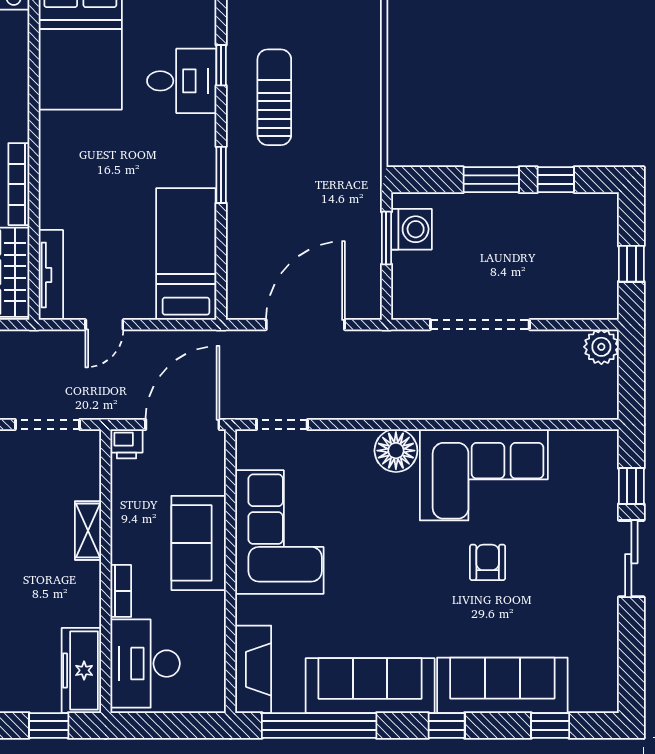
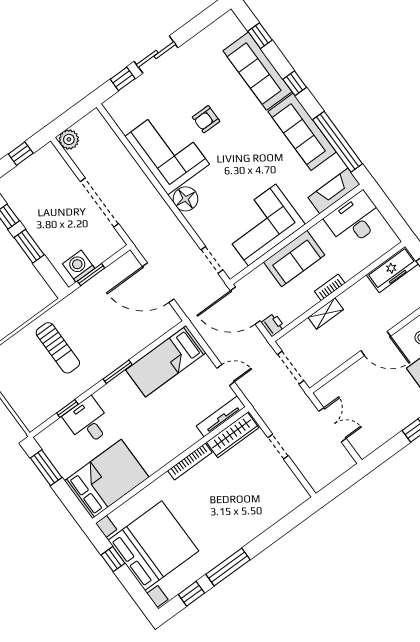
sun lounger: (274, 97) -> (58, 348), moved, turned -90
bookcase: (121, 591) -> (330, 287), moved
desk: (145, 664) -> (355, 220), moved, turned 180

